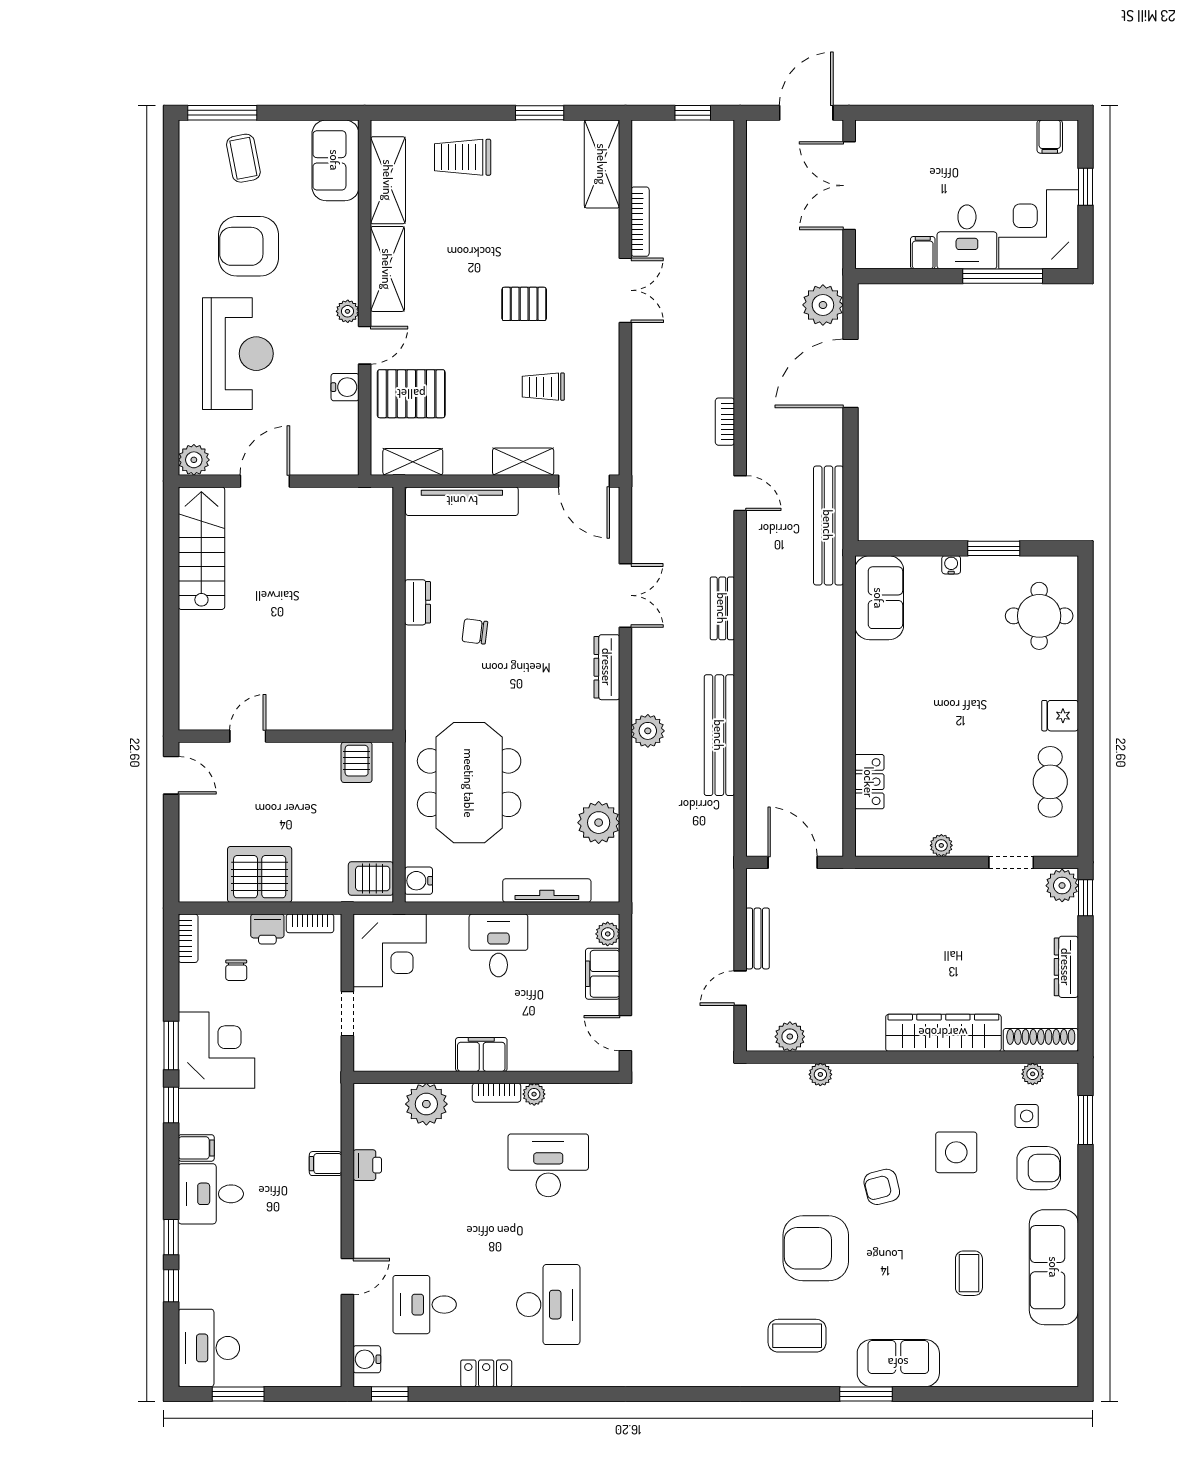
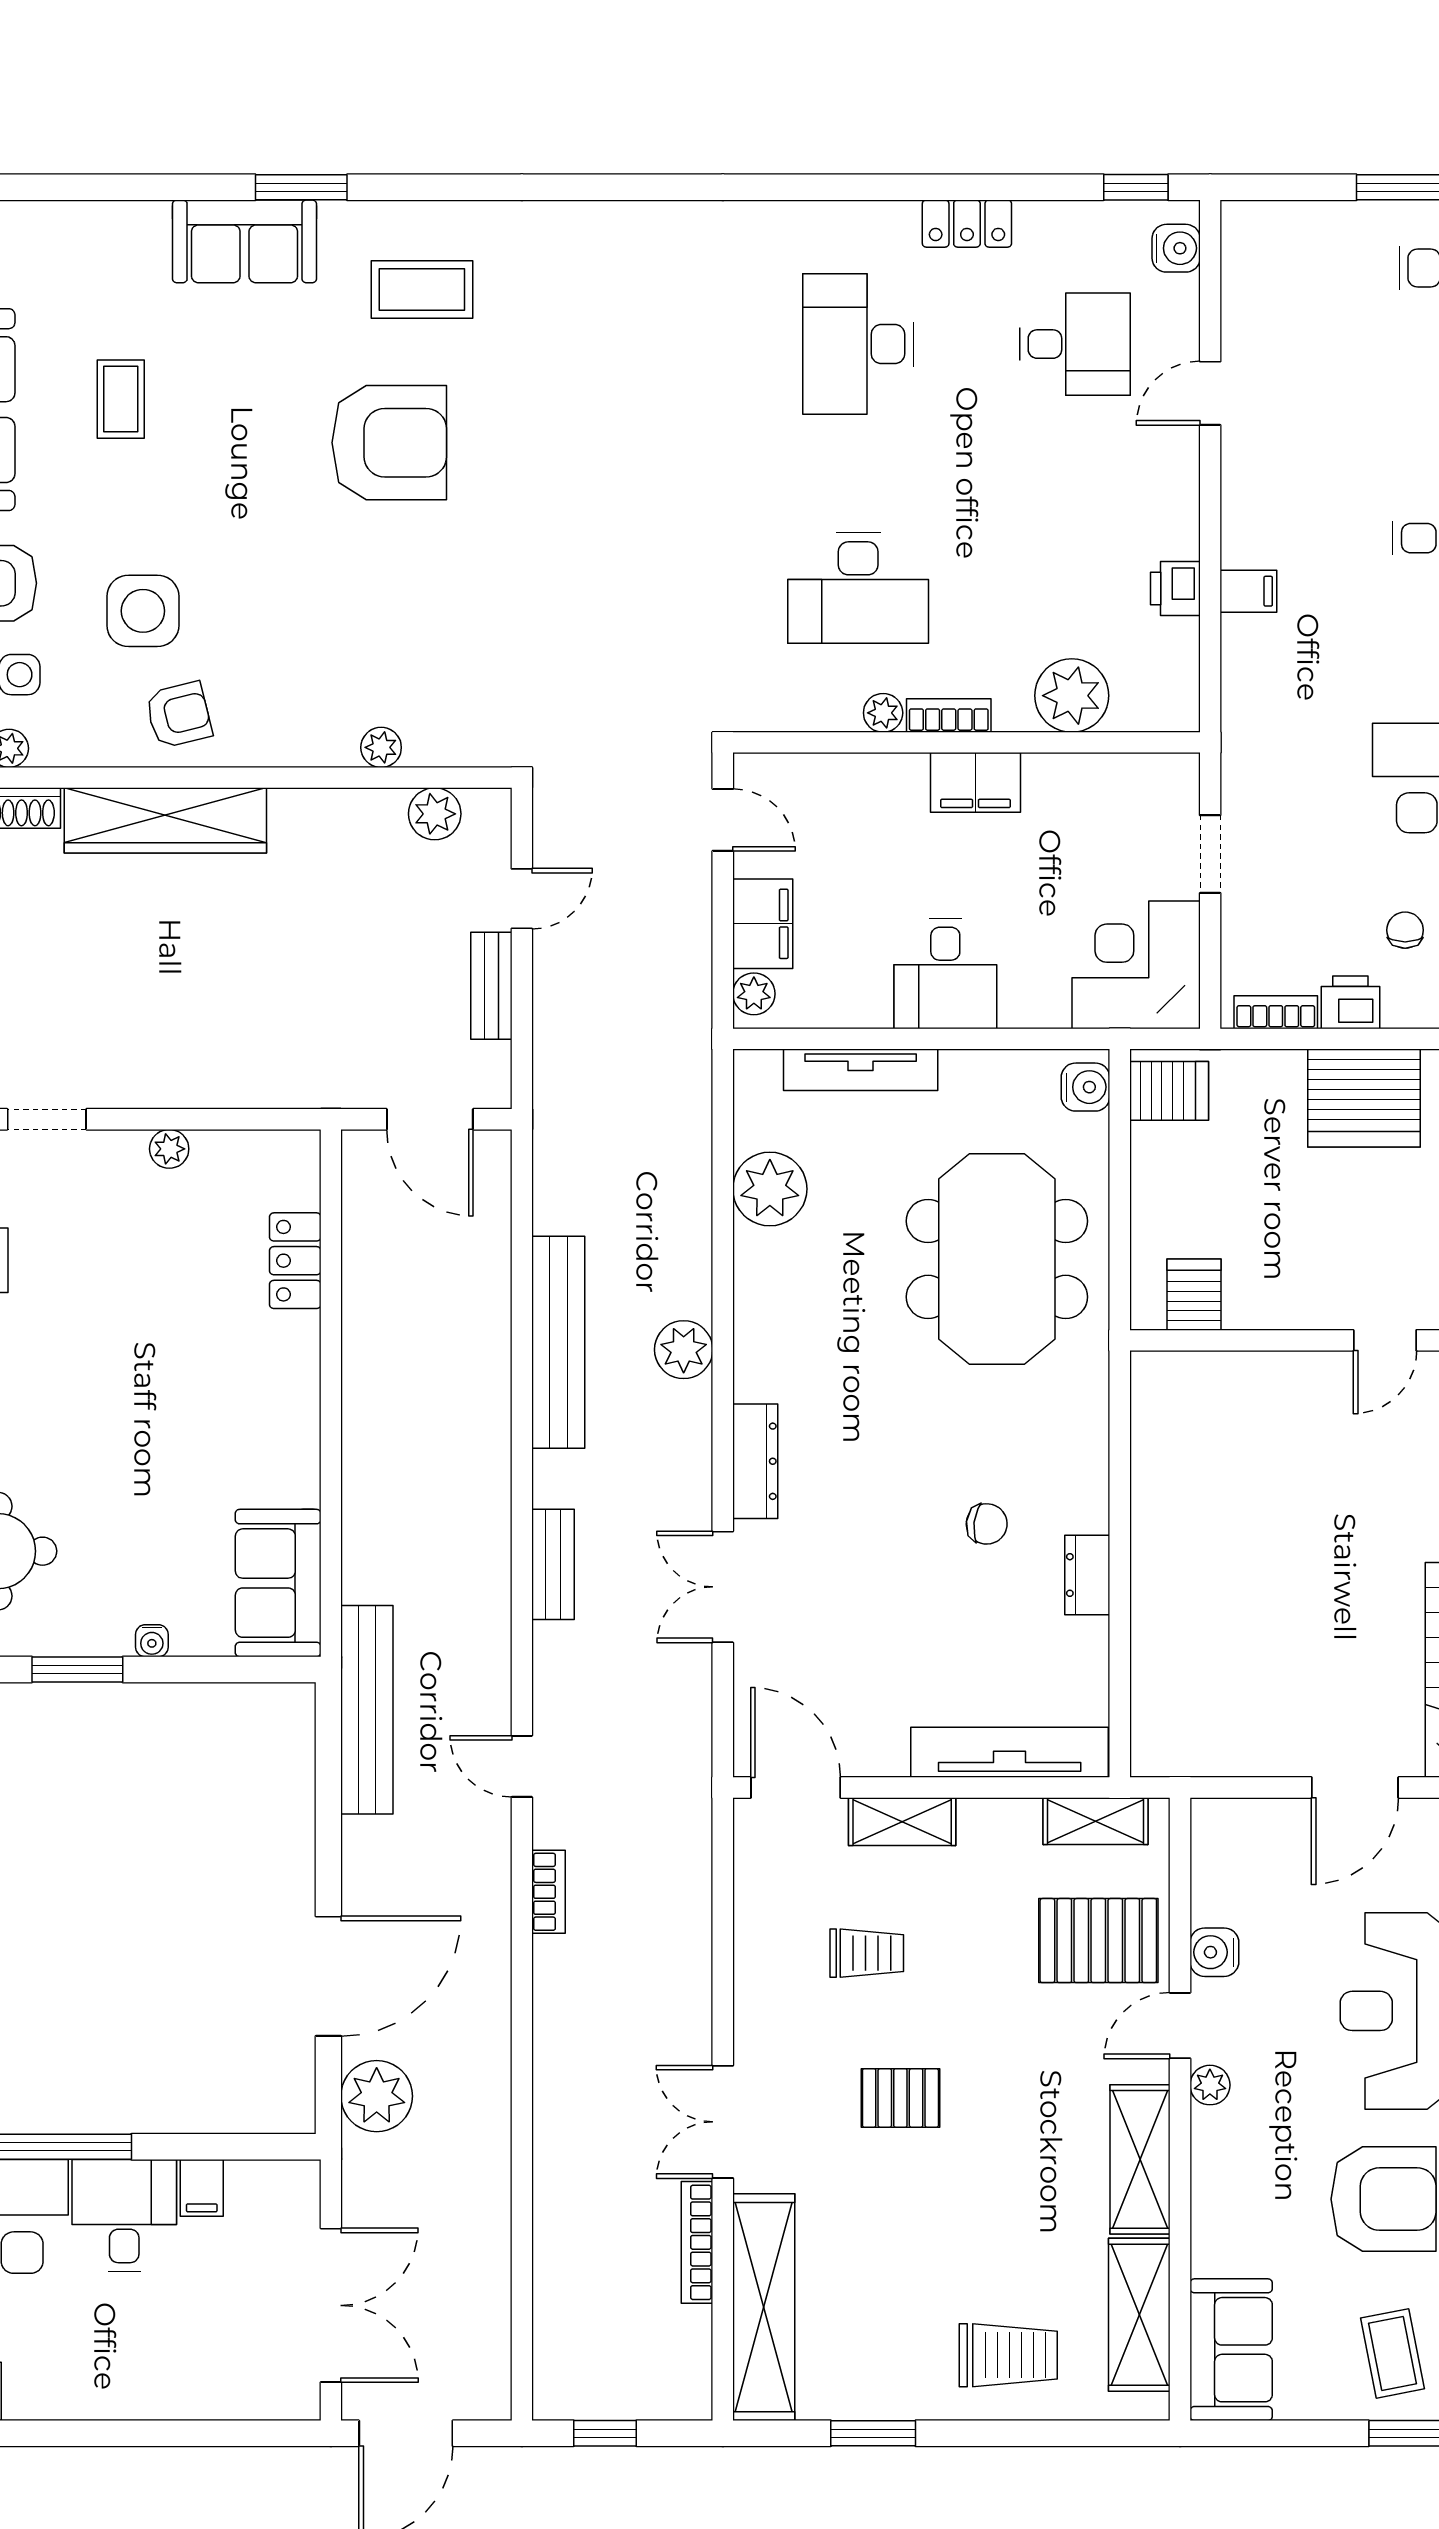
shelving: (602, 164) -> (764, 2307), width x1.47
armchair: (882, 1187) -> (179, 715), moved

